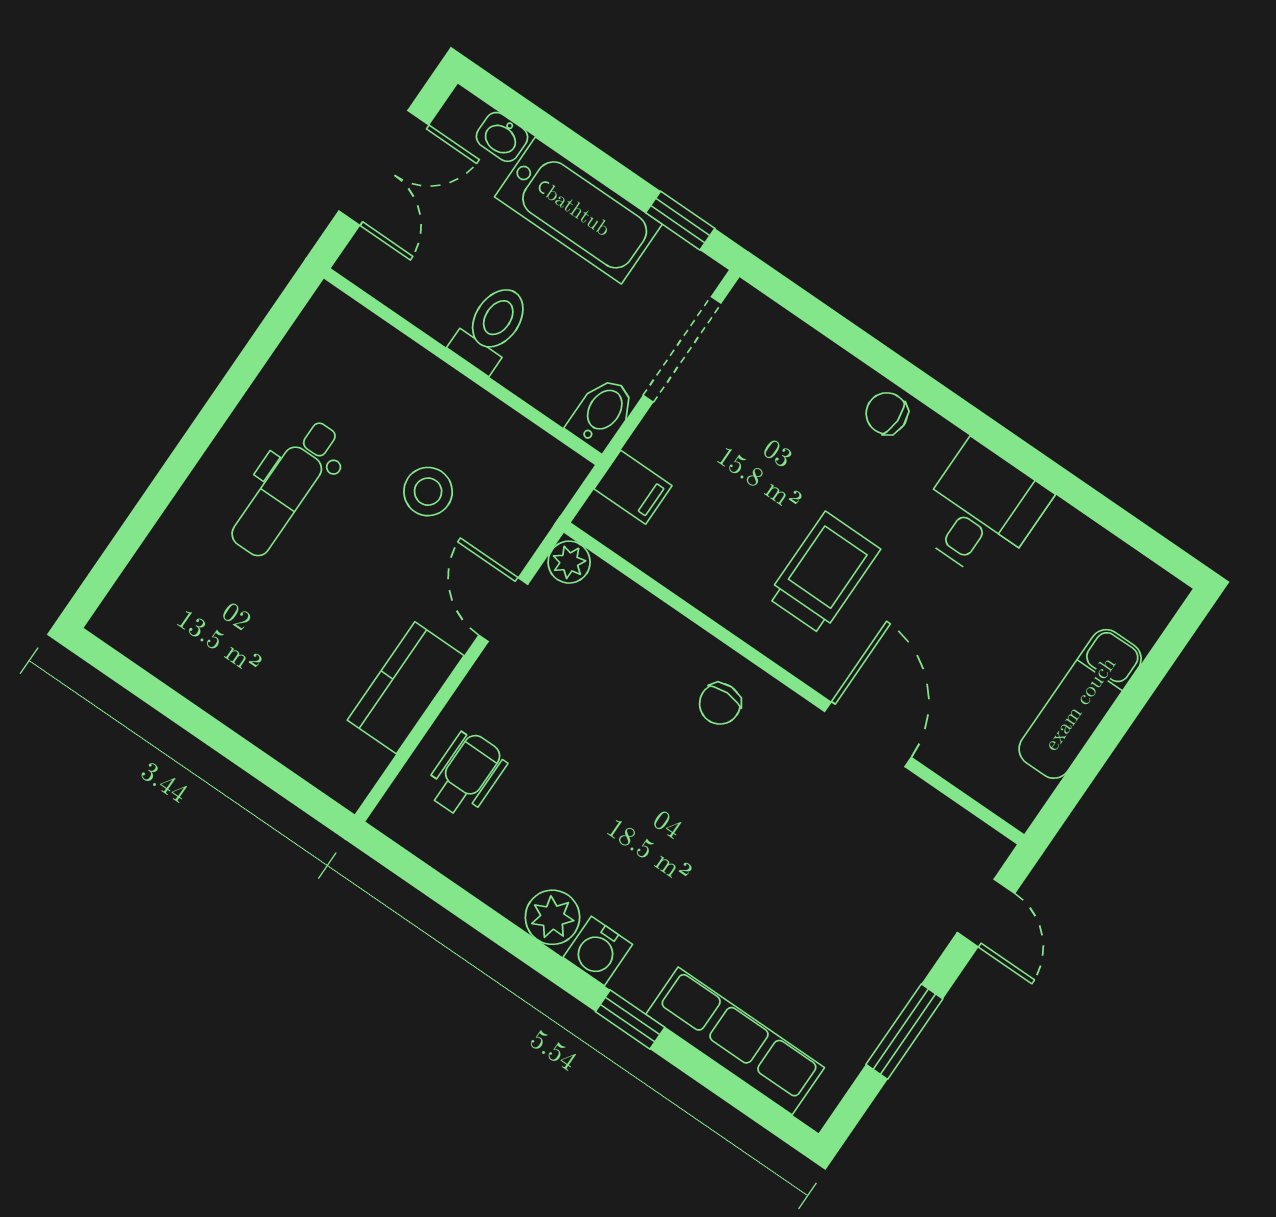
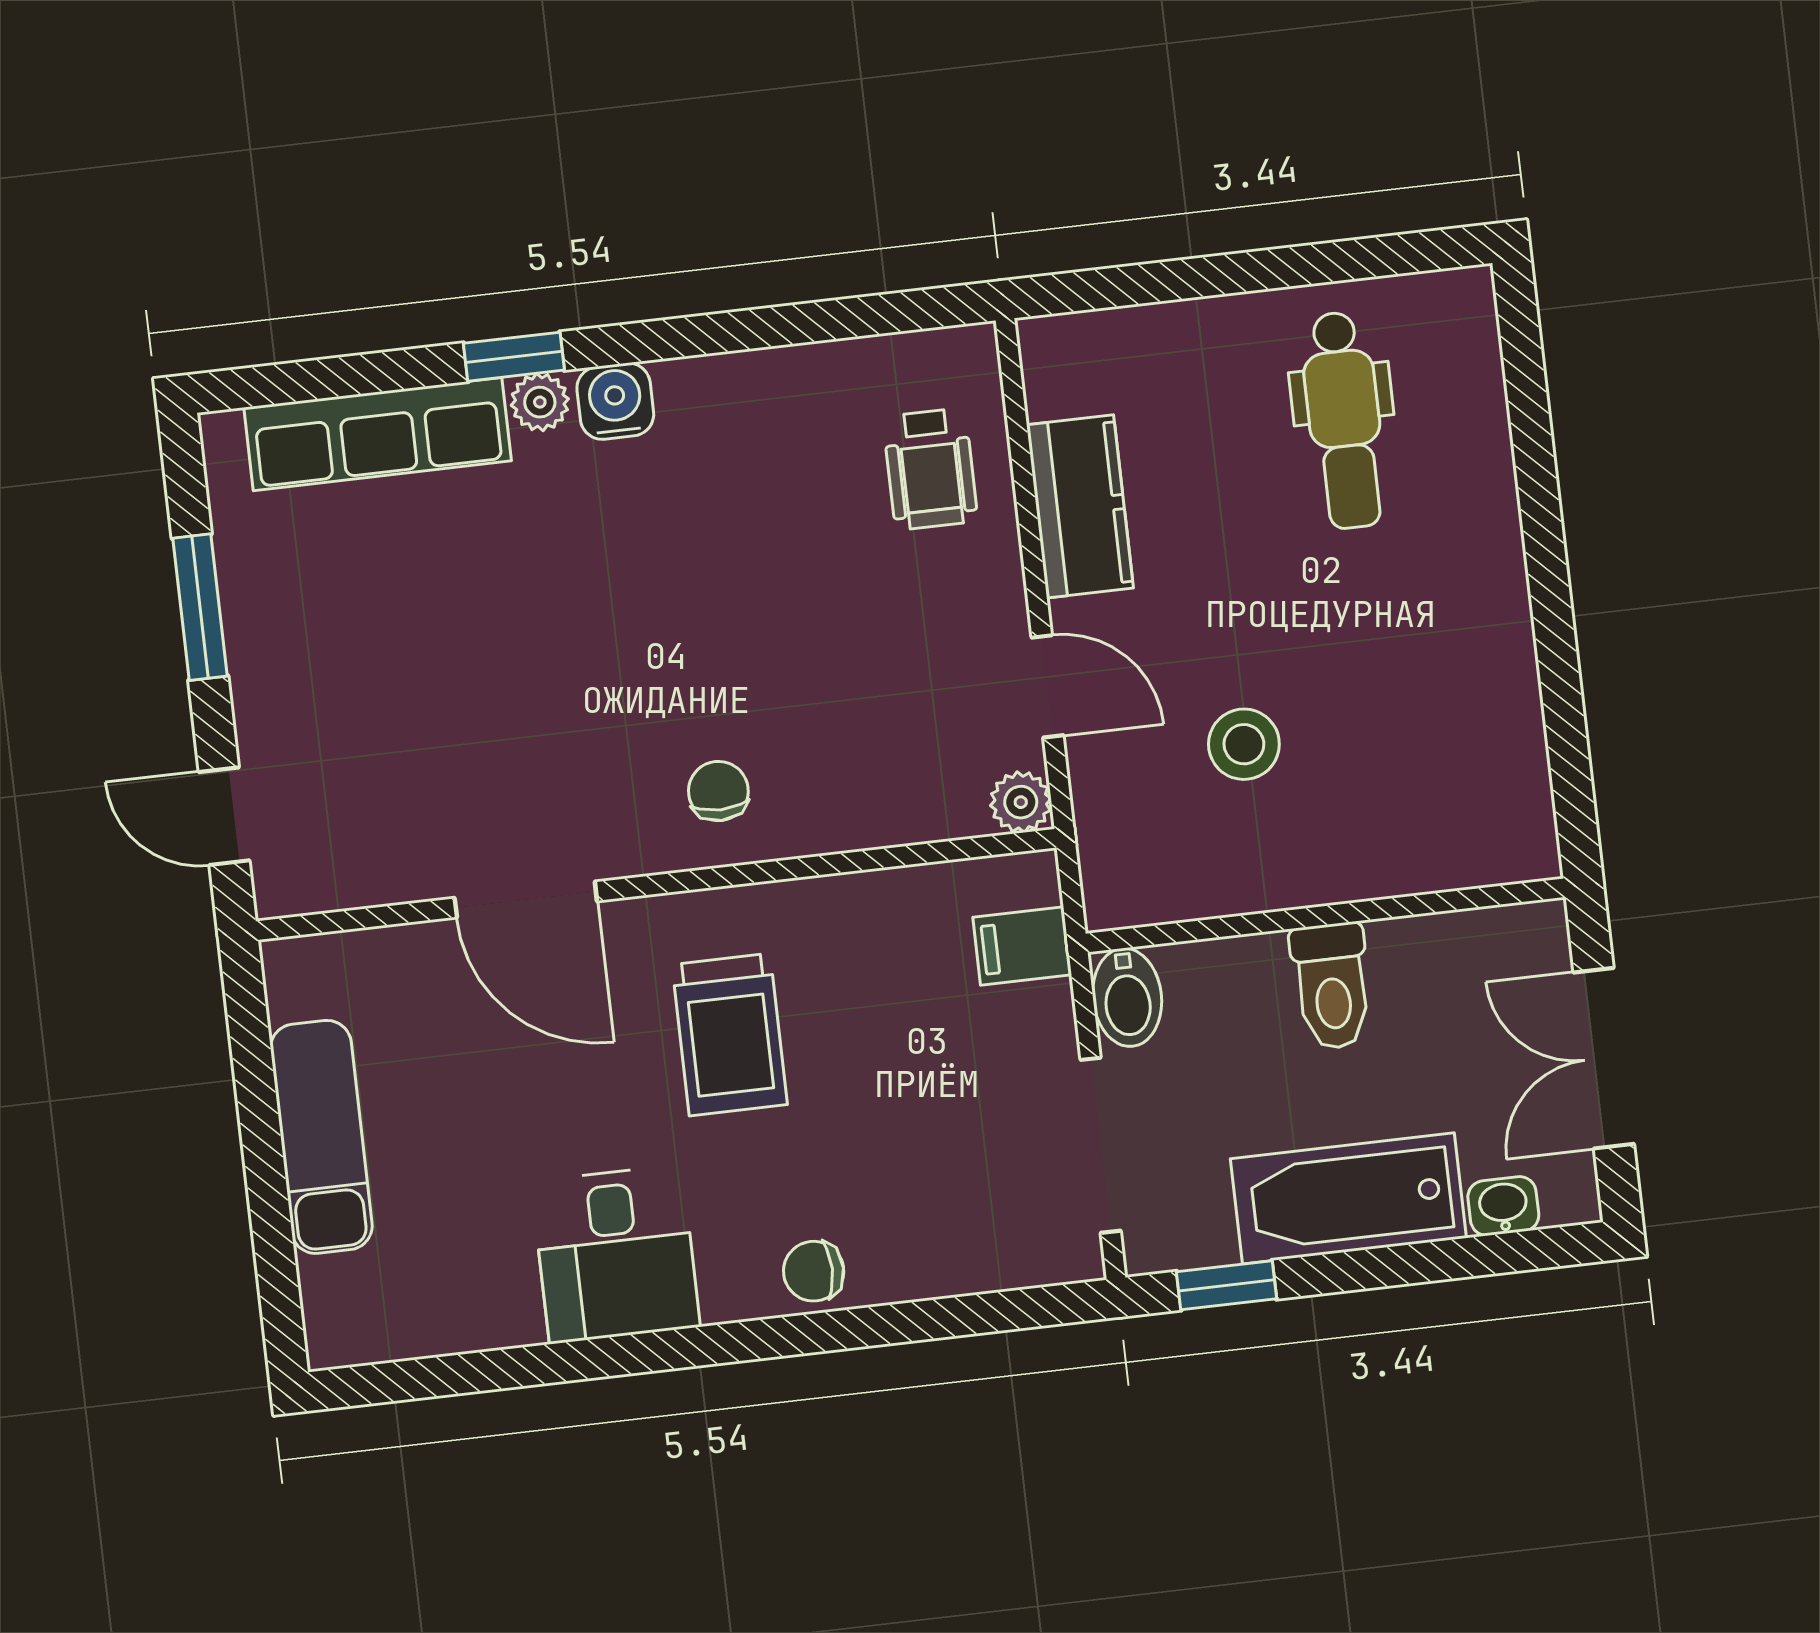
chair: (887, 413) -> (814, 1271), turned 180
dental chair: (286, 488) -> (1344, 420), moved, turned 180
plant: (552, 917) -> (540, 402), moved, width x0.73, depth x0.73

